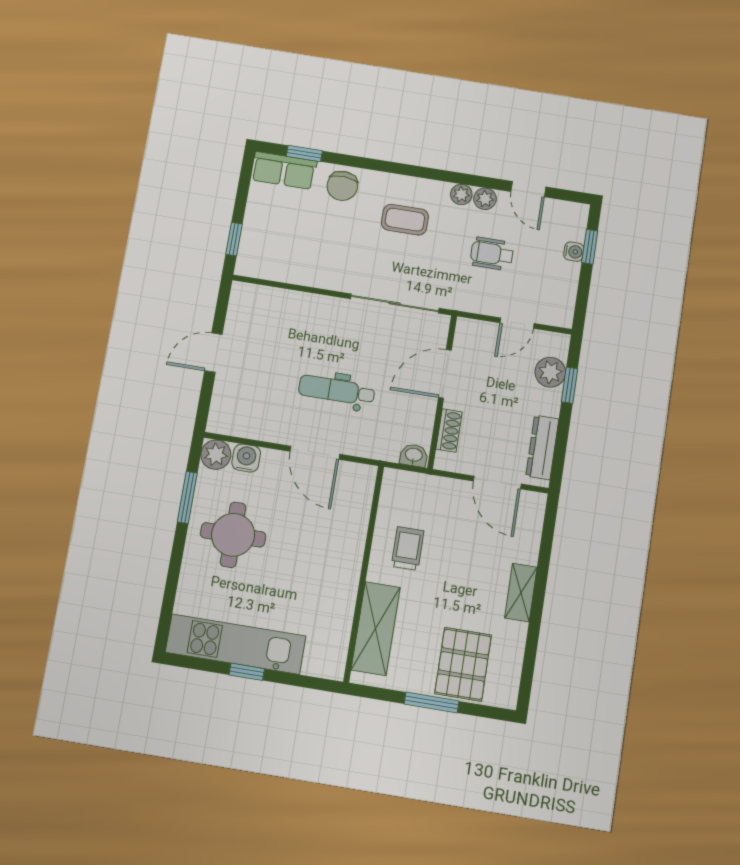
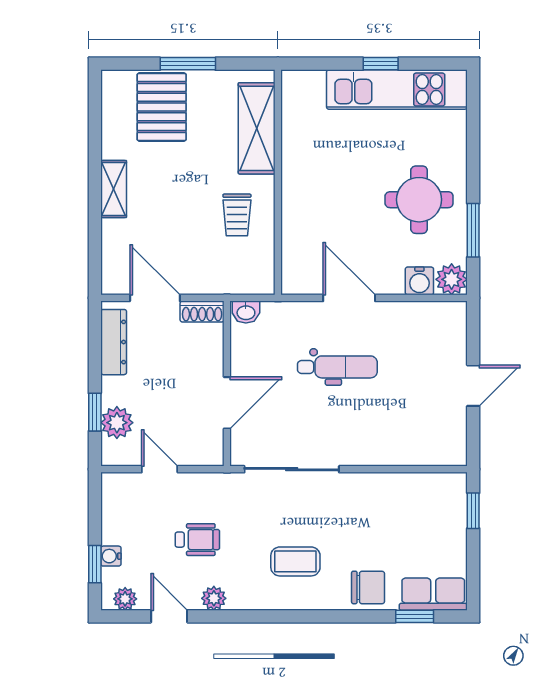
chair: (342, 186) -> (368, 587), turned 87
plant: (461, 194) -> (125, 599), moved
door: (517, 323) -> (160, 469), hinge flipped
shoe rack: (449, 430) -> (202, 312), moved, turned -90

